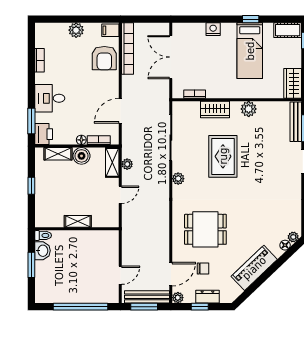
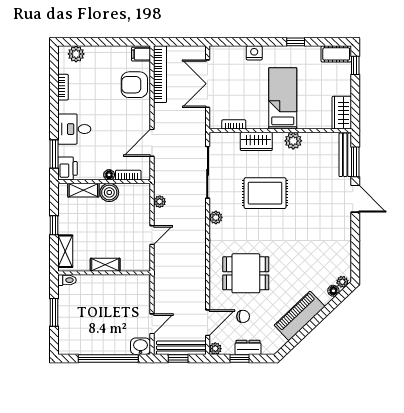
plant: (76, 30) -> (76, 54), moved
bed: (250, 51) -> (283, 98), moved, turned 180
armchair: (104, 58) -> (134, 85), turned 90
rug: (223, 156) -> (265, 193), turned 90
shelving: (112, 162) -> (65, 251), moved
washbasin: (42, 251) -> (141, 346), moved, turned -90
window: (144, 307) -> (178, 359), width x0.67

